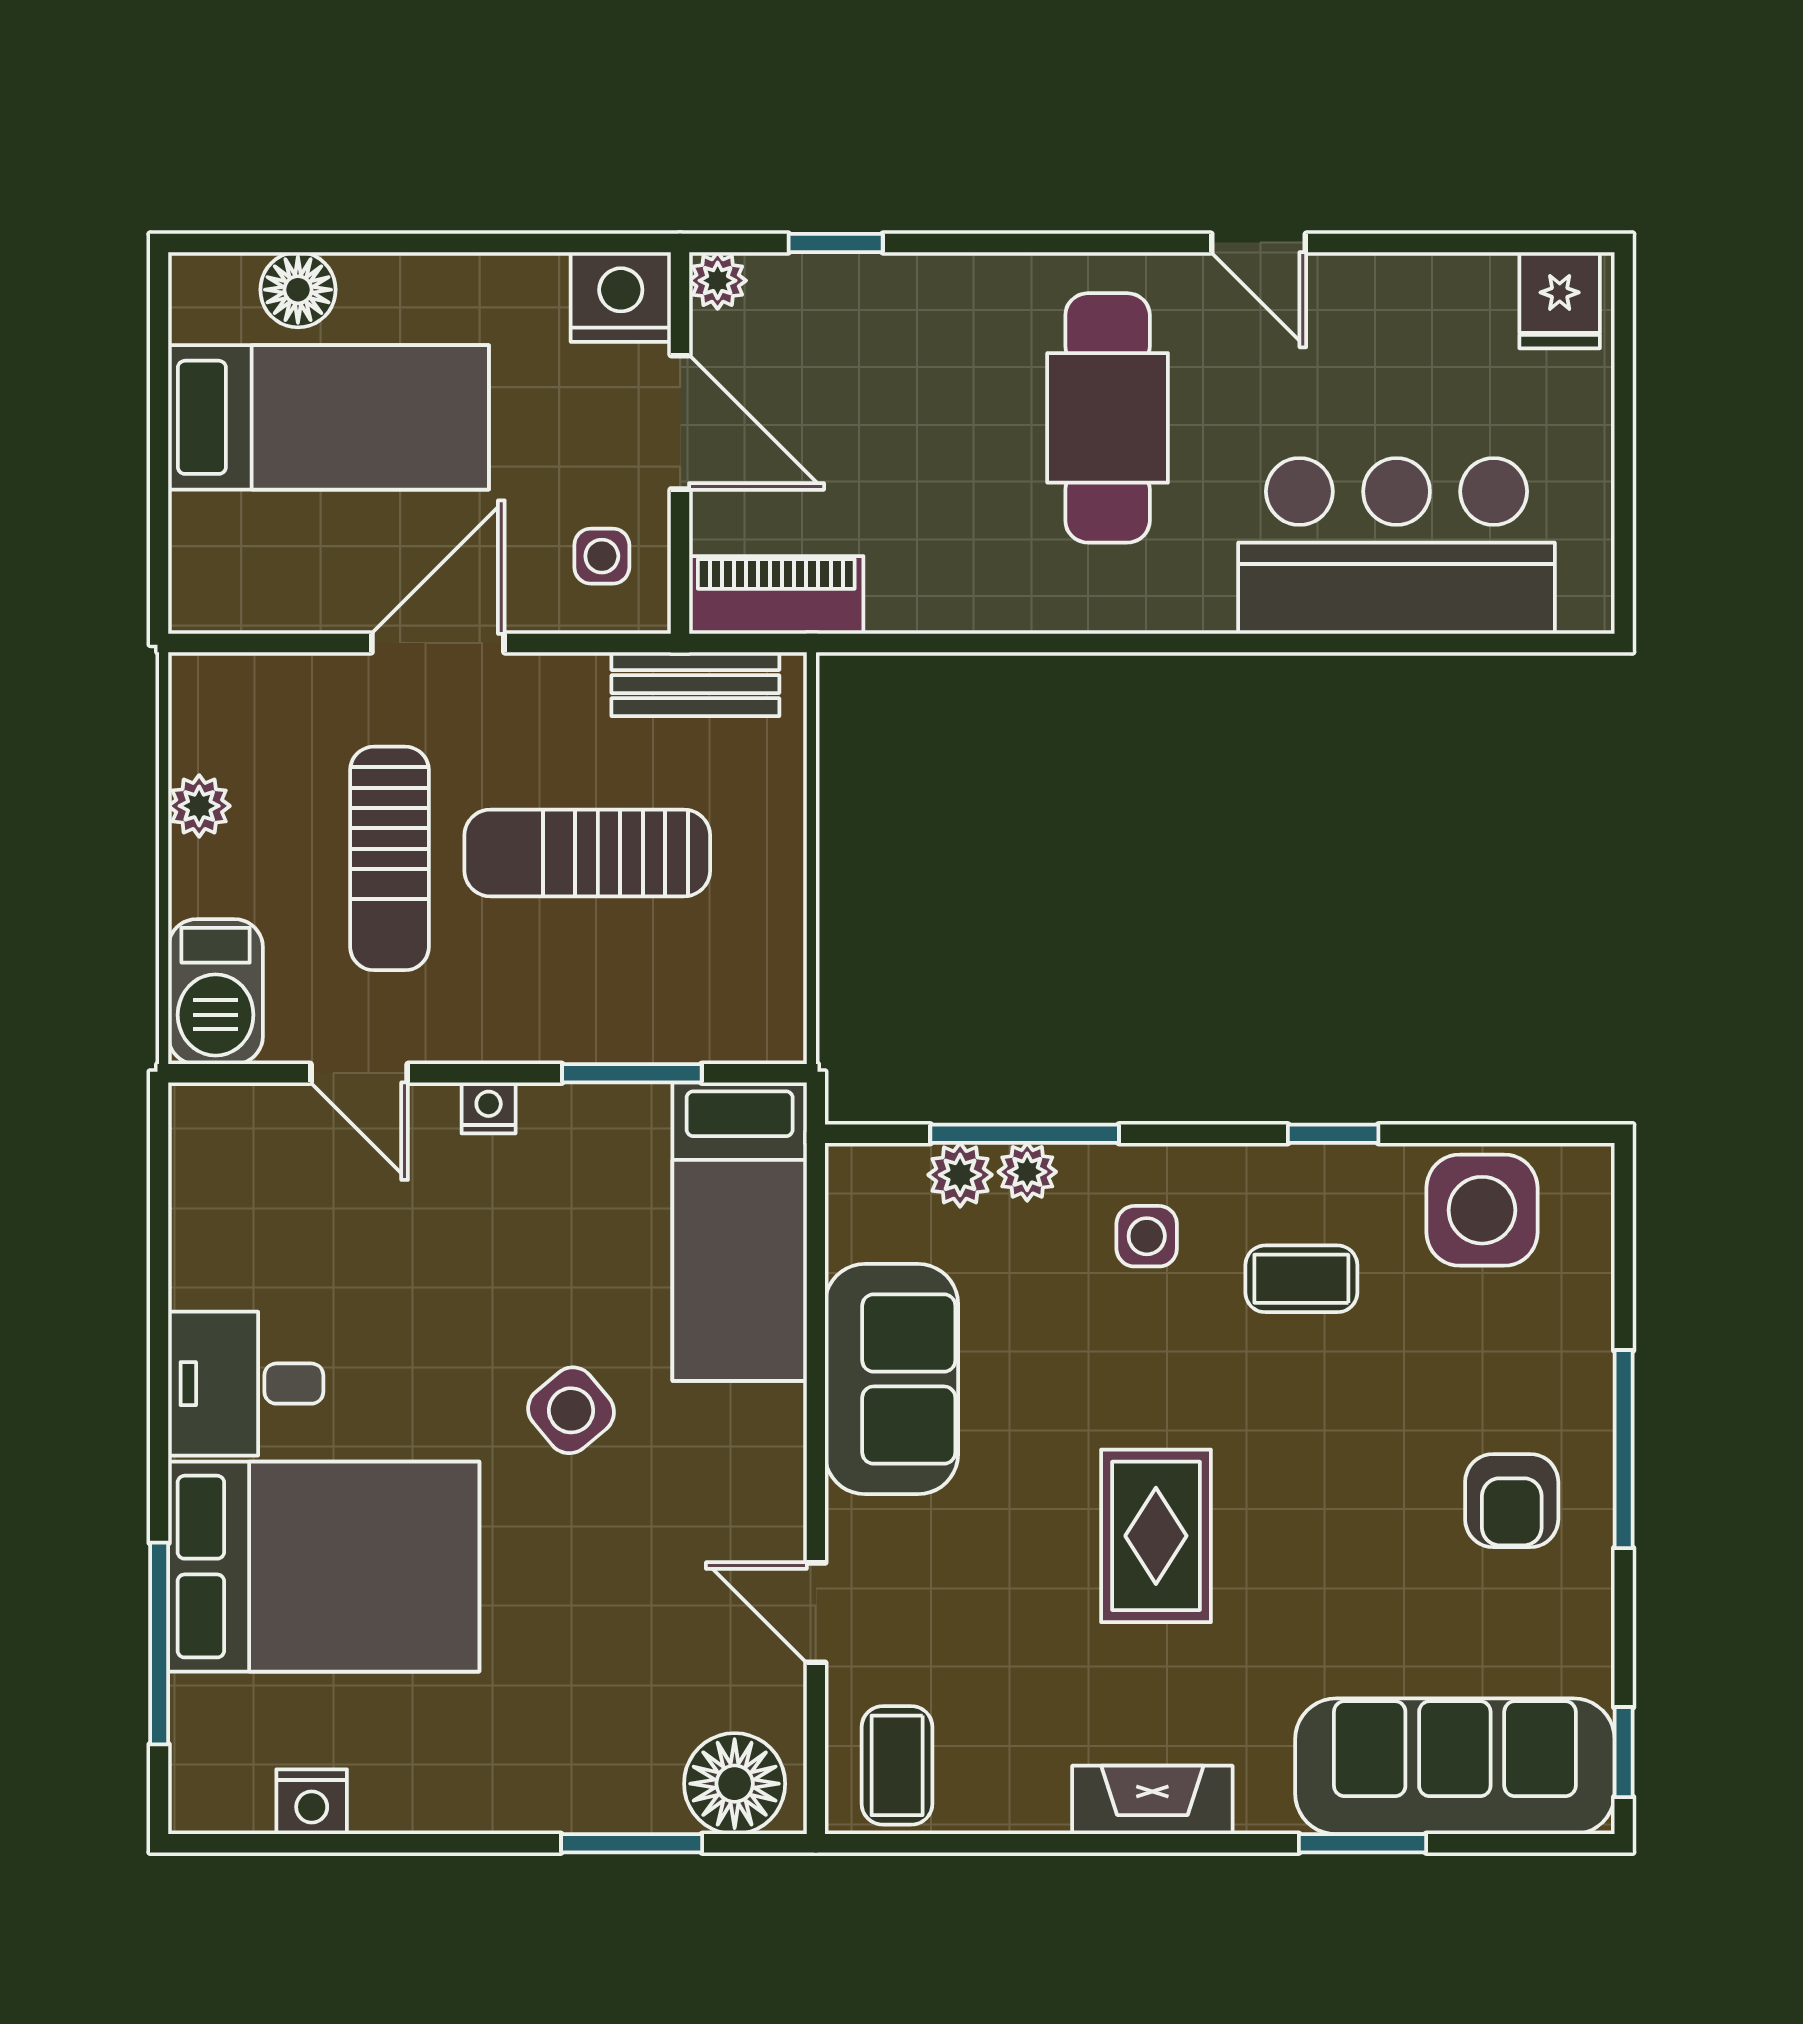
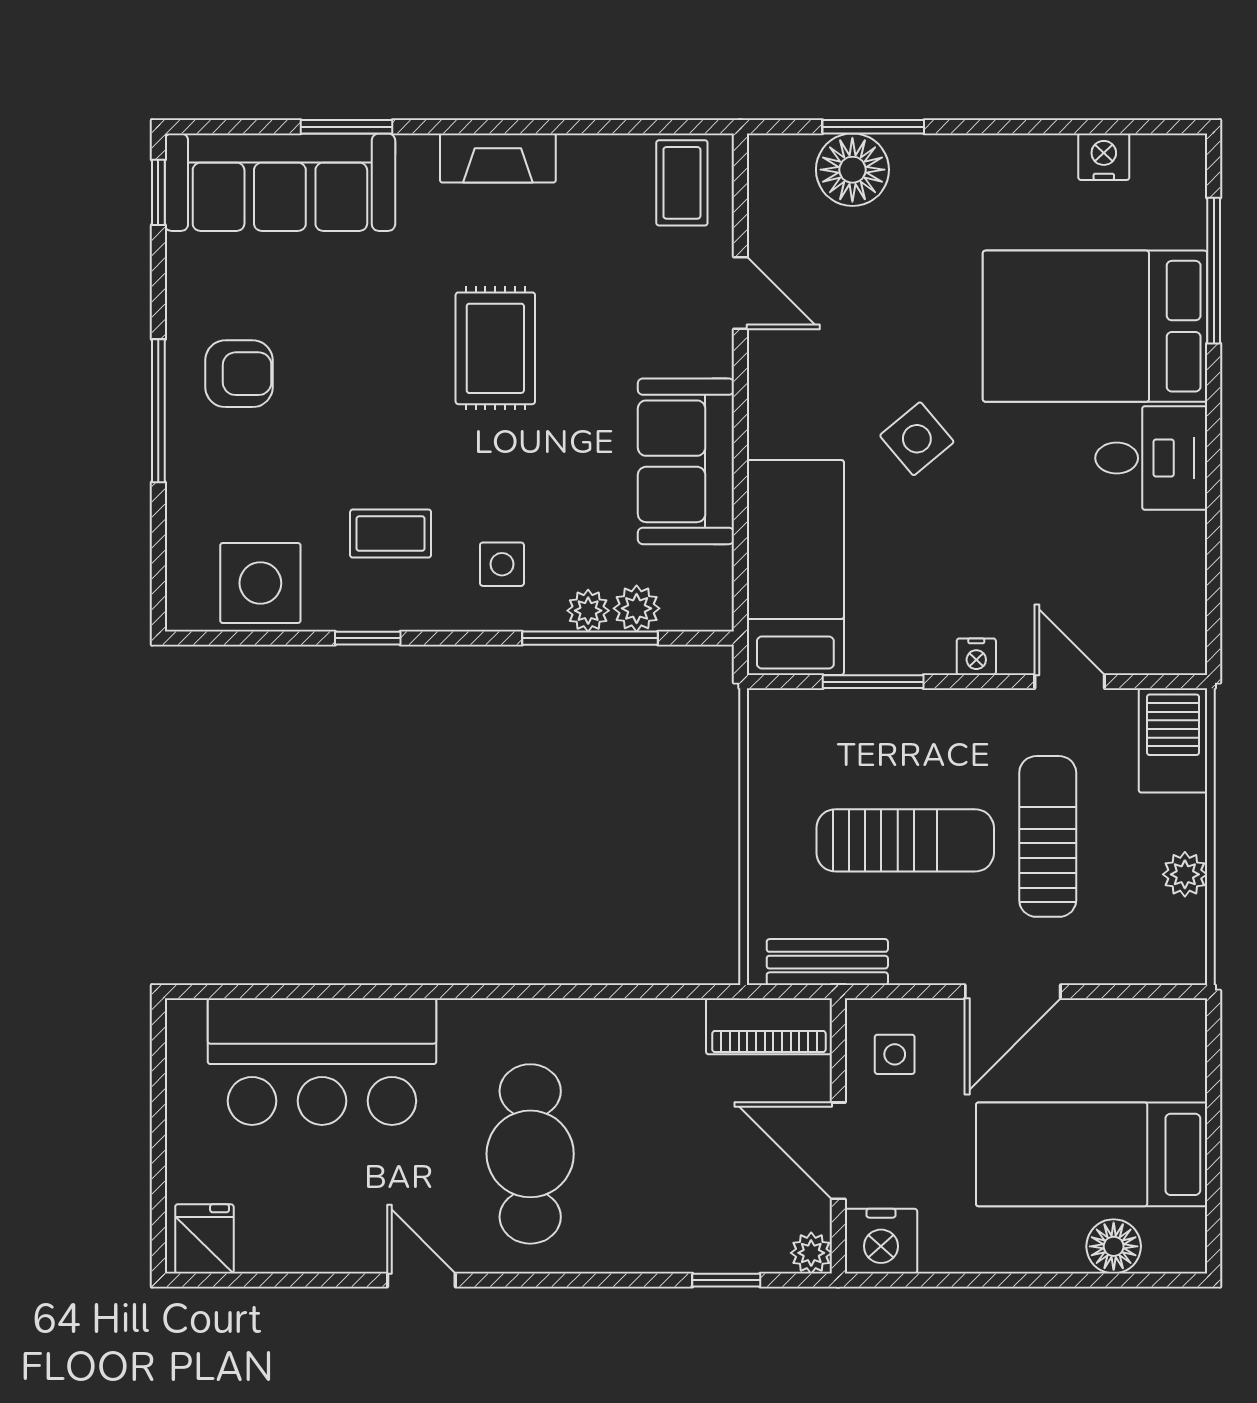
armchair: (1512, 1501) -> (239, 374), turned 90
floor lamp: (735, 1784) -> (852, 170), moved

